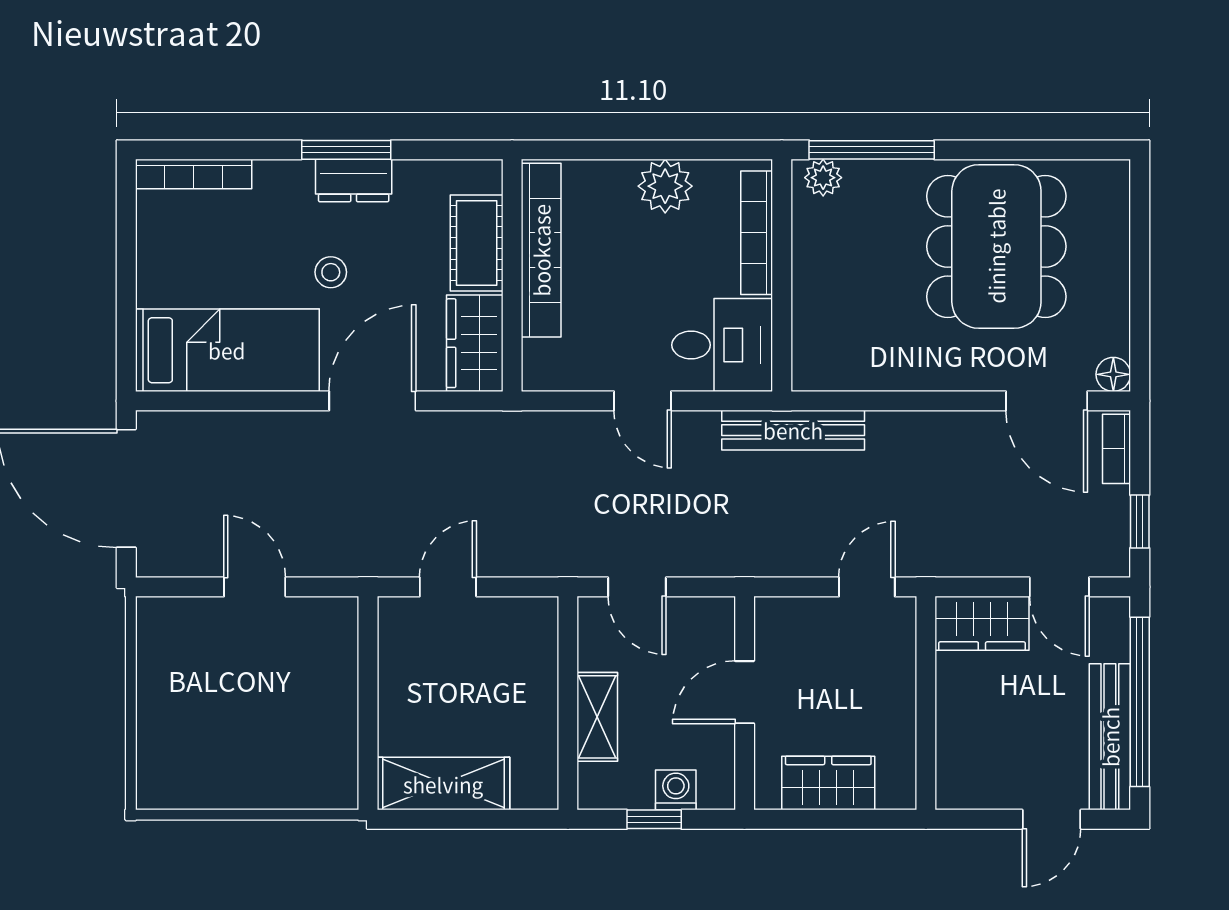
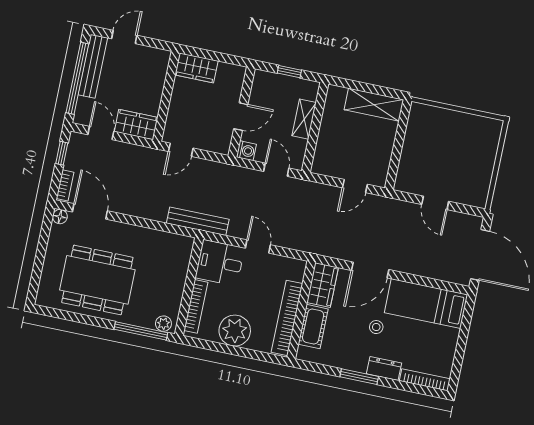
dresser: (354, 180) -> (384, 368), moved
plant: (665, 186) -> (235, 331), width x1.36, depth x1.36
dining table: (996, 246) -> (97, 280), turned 90
wardrobe: (828, 783) -> (196, 68), moved
washing machine: (676, 790) -> (246, 151), moved, turned -90

